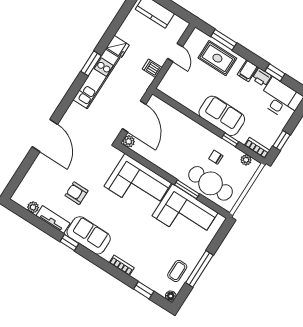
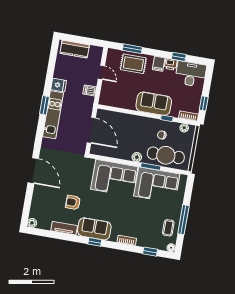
plant: (129, 141) -> (137, 157), moved
plant: (33, 207) -> (32, 223), moved
window: (69, 243) -> (95, 242), moved

